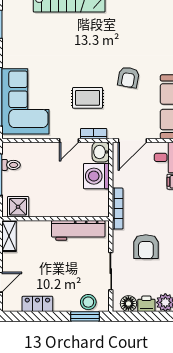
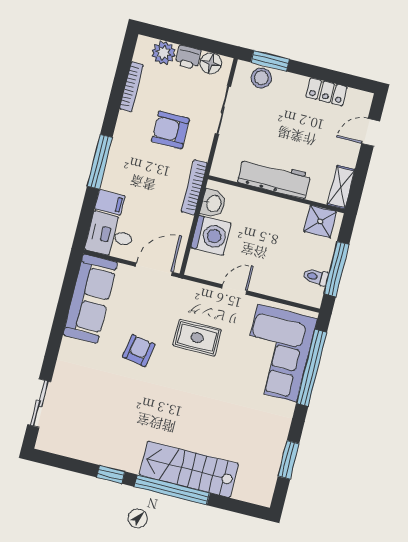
bookcase: (94, 134) -> (201, 290), removed
washbasin: (101, 152) -> (213, 203), moved
workbench: (78, 230) -> (274, 178), moved
armchair: (146, 247) -> (170, 130), turned -90

